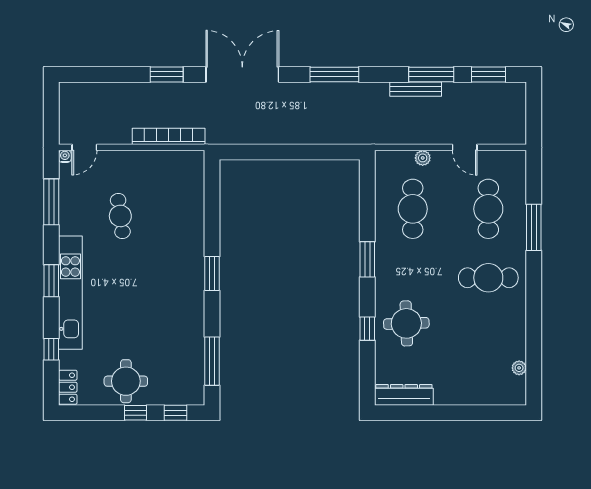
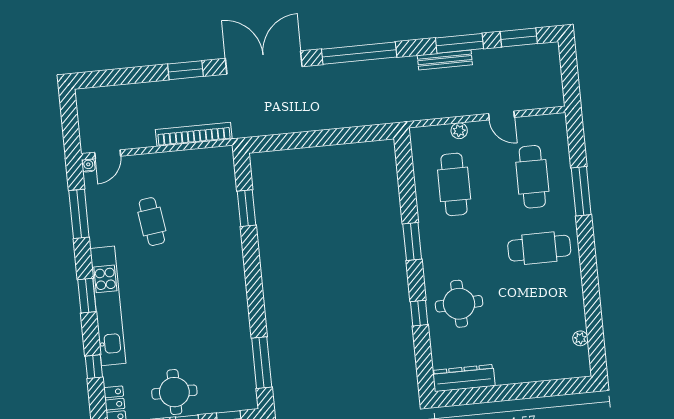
window: (334, 74) -> (359, 53), width x1.46
window: (212, 273) -> (247, 208), moved

